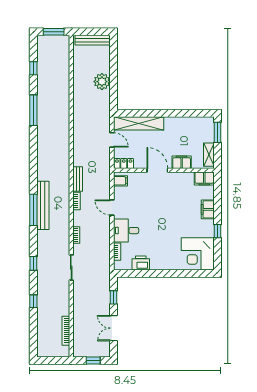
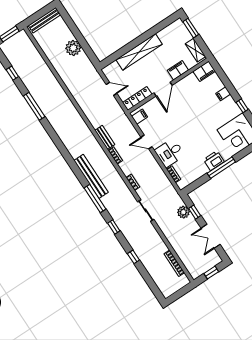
shelving: (139, 123) -> (139, 52), moved
locker: (124, 163) -> (137, 98), width x1.53
door: (157, 170) -> (163, 89), swing flipped
filing cabinet: (208, 209) -> (223, 94), width x0.50
window: (33, 210) -> (95, 199), moved
printer: (141, 263) -> (214, 161), moved
window: (163, 274) -> (221, 168), added
plant: (104, 291) -> (183, 212), added

